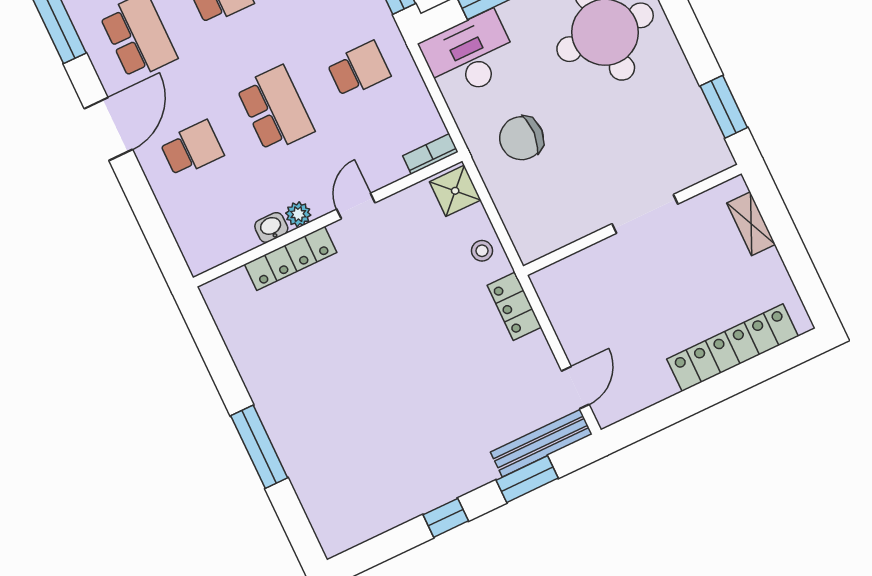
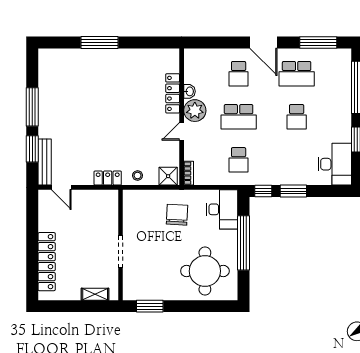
door: (356, 206) -> (182, 131), swing flipped
plant: (298, 214) -> (195, 111), width x1.88, depth x1.88
window: (446, 518) -> (32, 107), width x2.17

